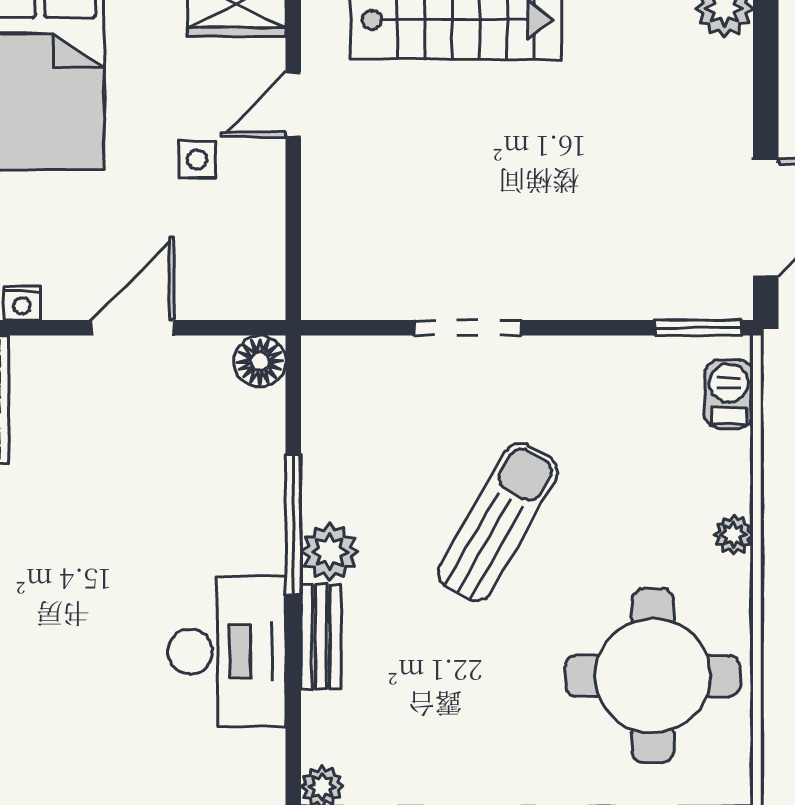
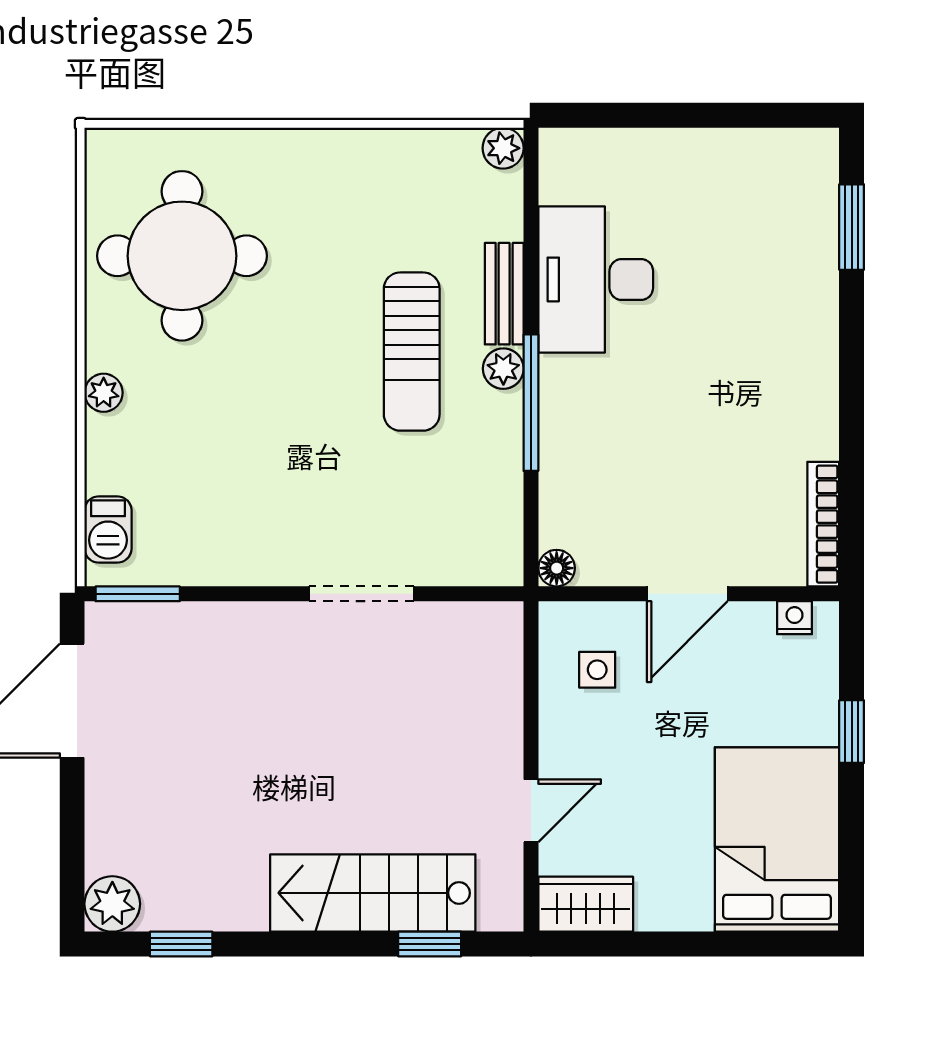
side table: (197, 159) -> (597, 670), moved
floor lamp: (260, 361) -> (557, 568), width x0.73, depth x0.73
sun lounger: (498, 522) -> (412, 352), moved, turned -30
plant: (330, 552) -> (503, 369), width x0.73, depth x0.73

